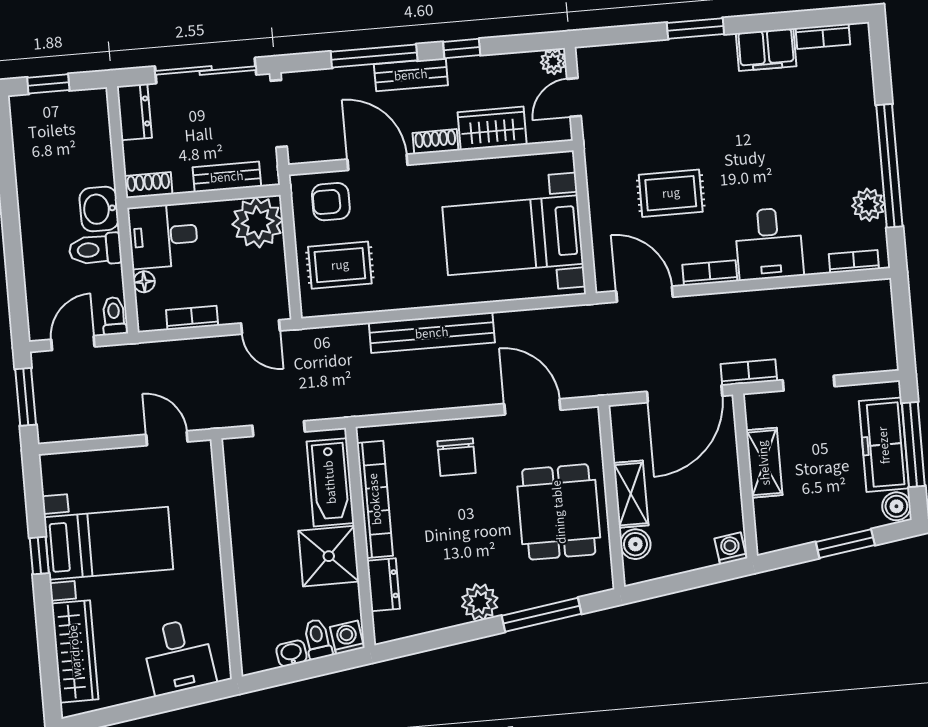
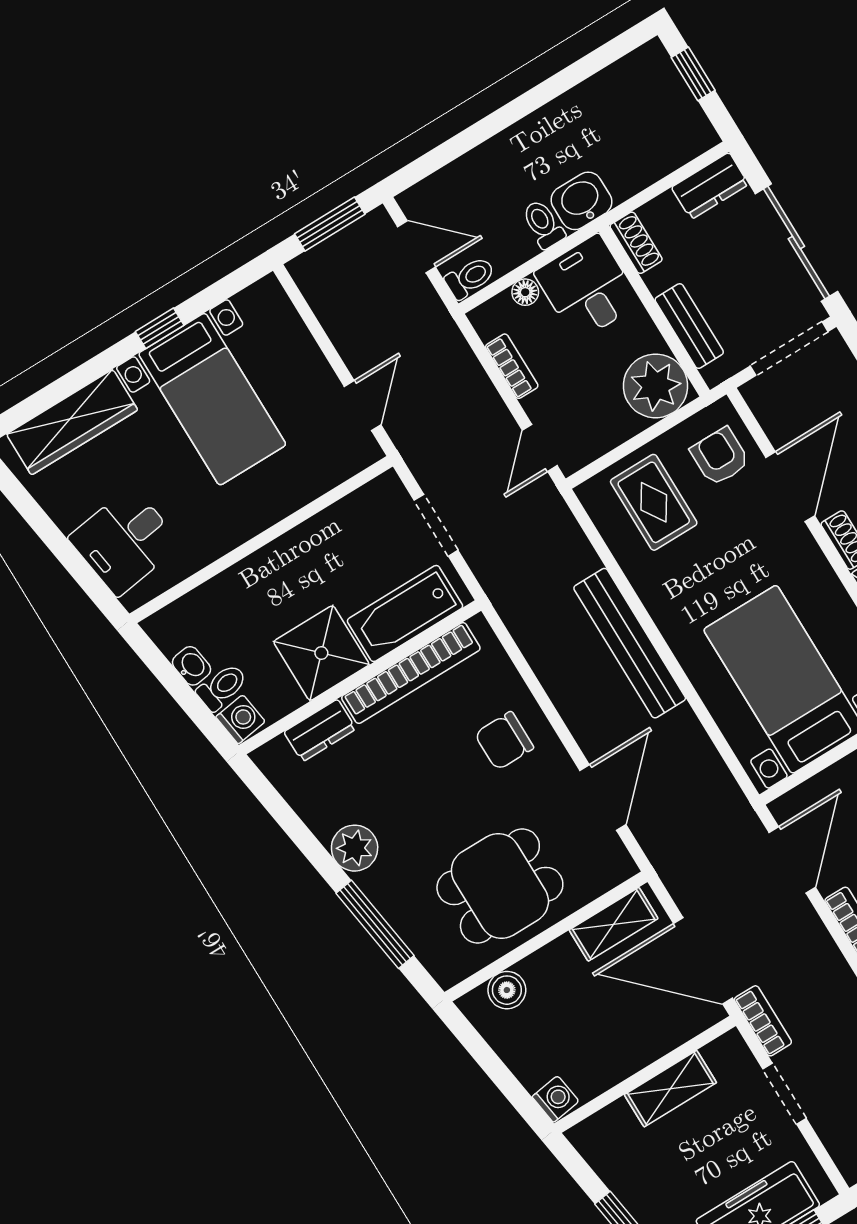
toilet: (95, 249) -> (543, 224), width x0.73, depth x0.72
shelving: (631, 494) -> (614, 924), moved

